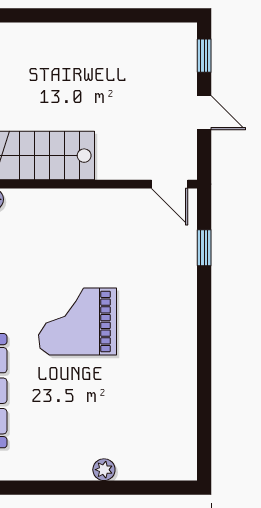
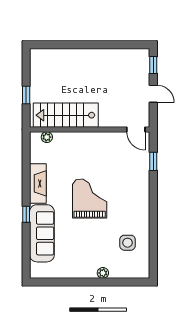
grand piano: (77, 321) -> (90, 199), turned 90
side table: (153, 409) -> (128, 243), added

